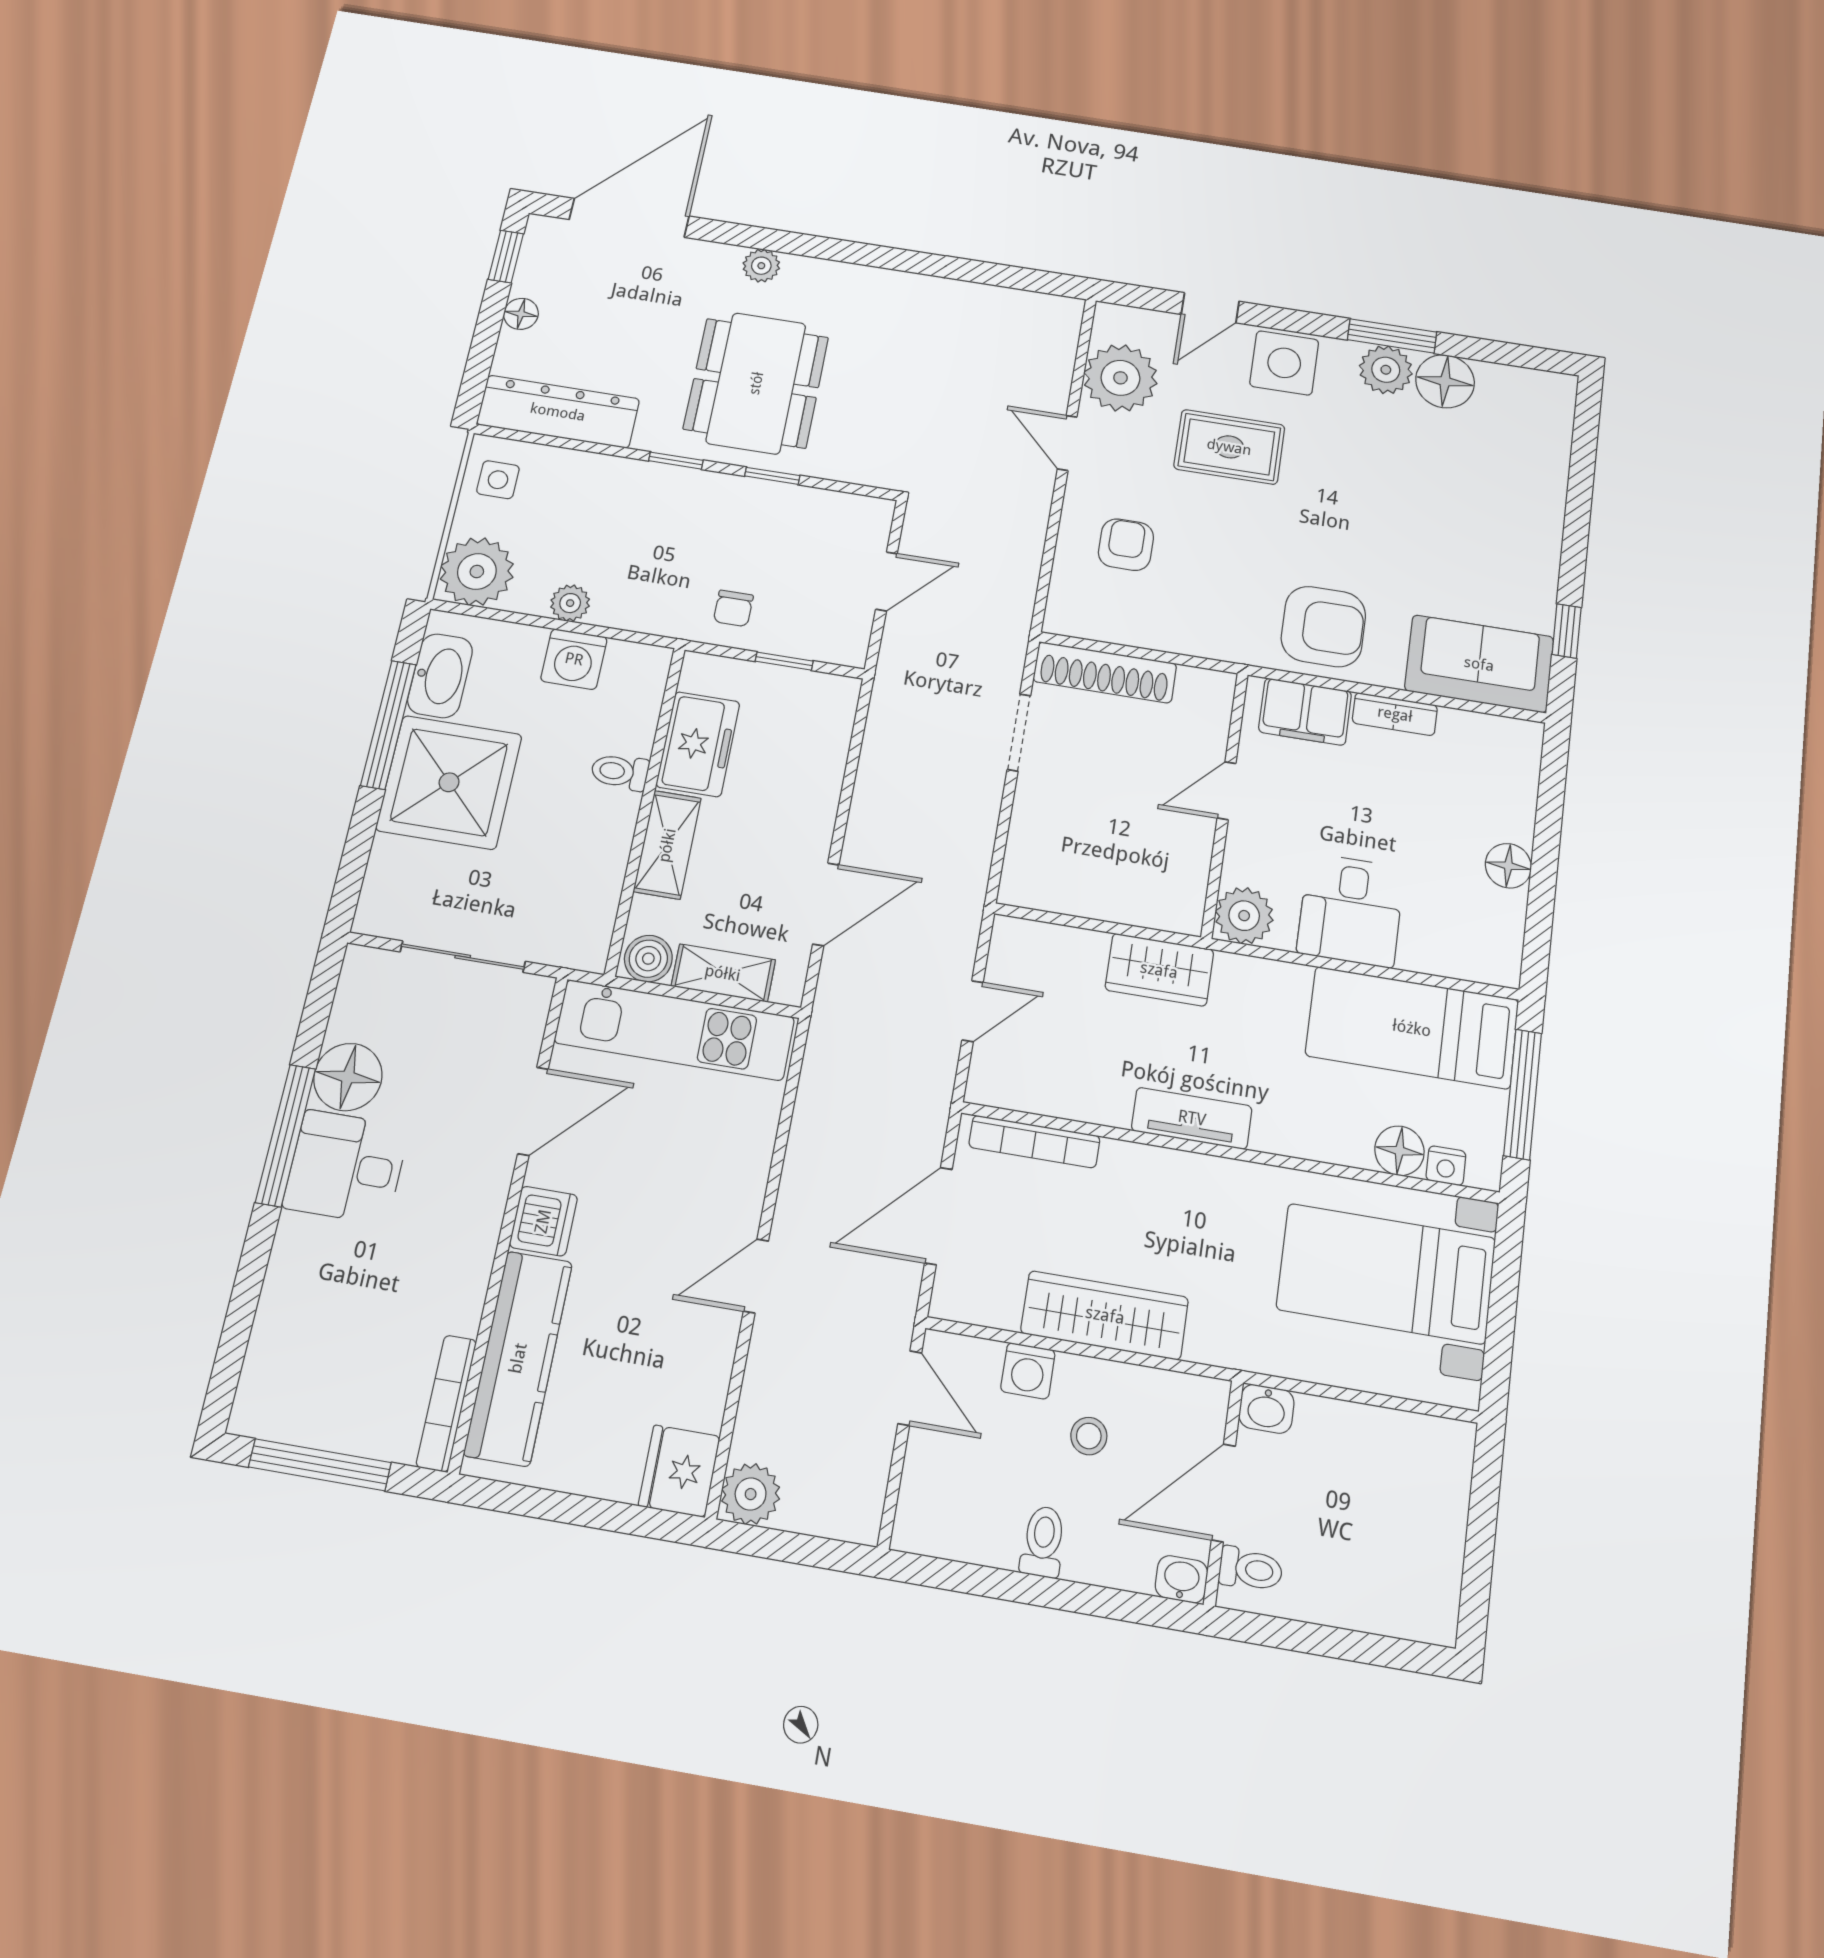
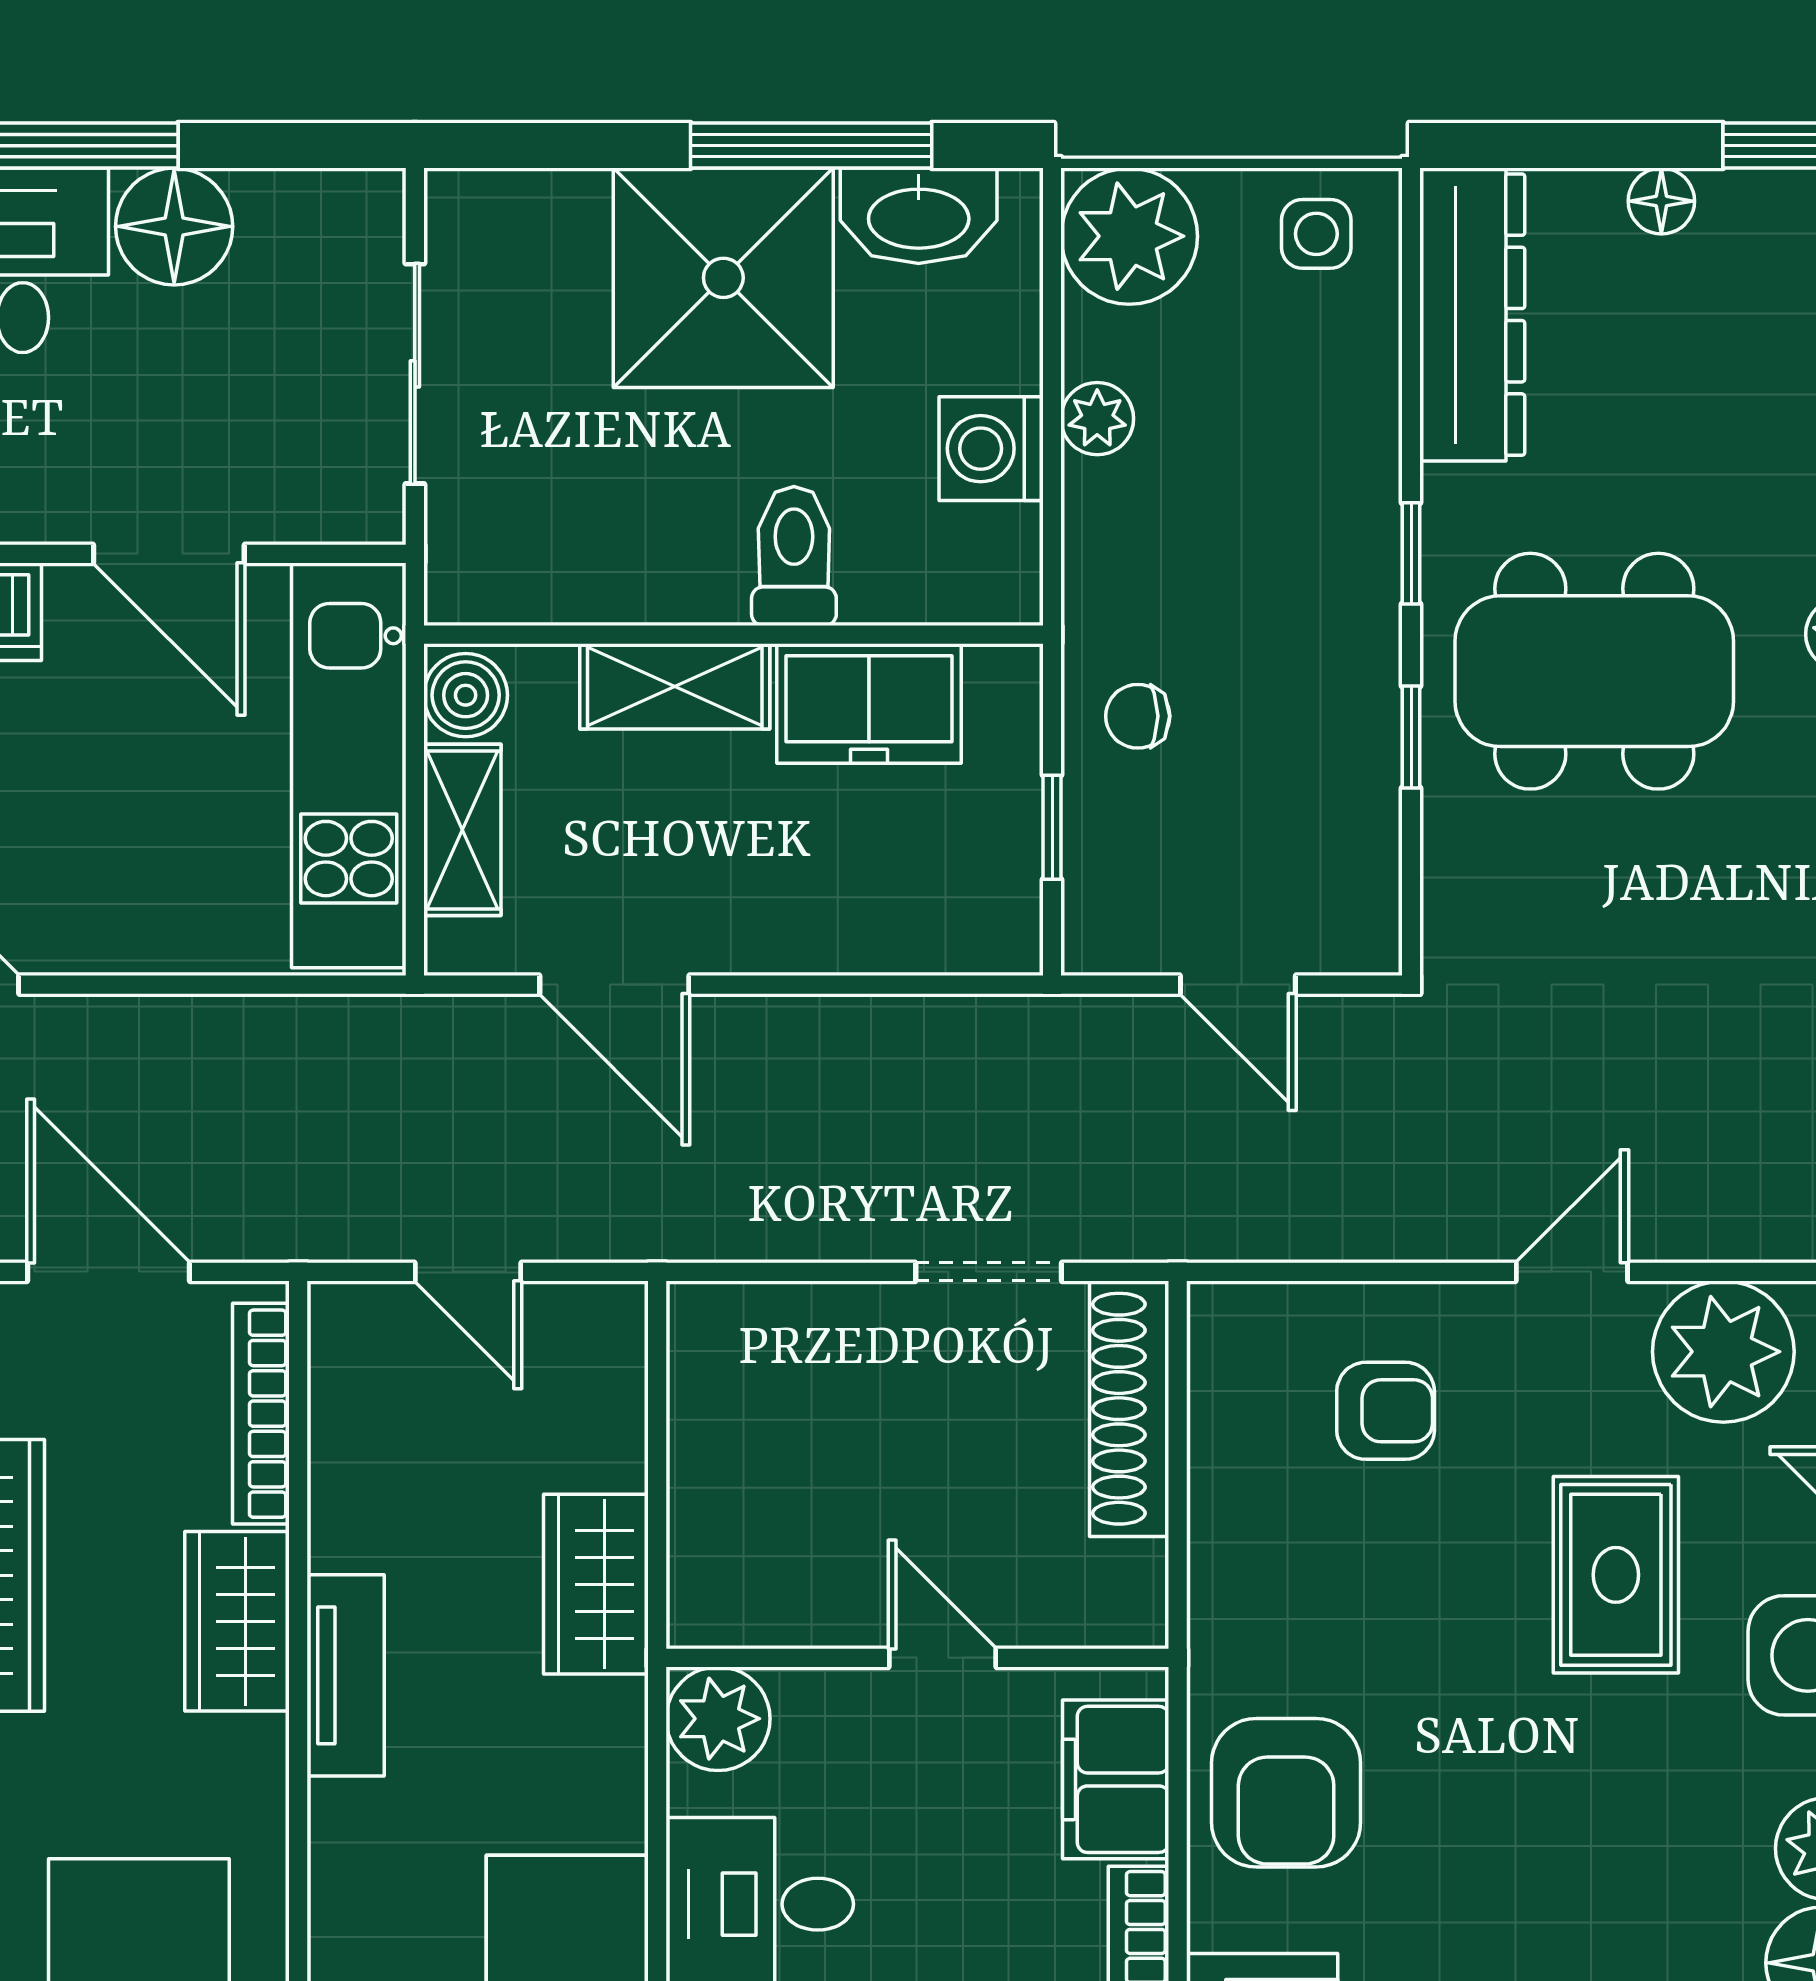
toilet: (620, 772) -> (794, 556), width x1.37, depth x1.39
wardrobe: (1152, 1175) -> (237, 1621), added

